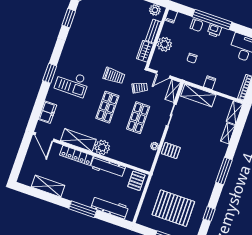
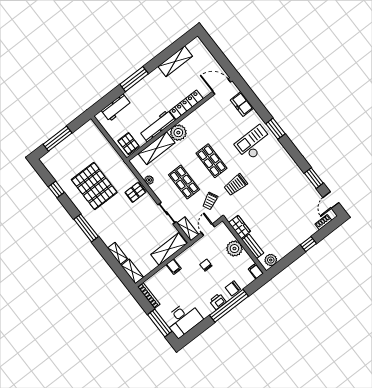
shelving: (78, 140) -> (157, 148), moved
workbench: (110, 207) -> (116, 108), width x0.73
pallet: (173, 208) -> (94, 186), moved, turned 90

